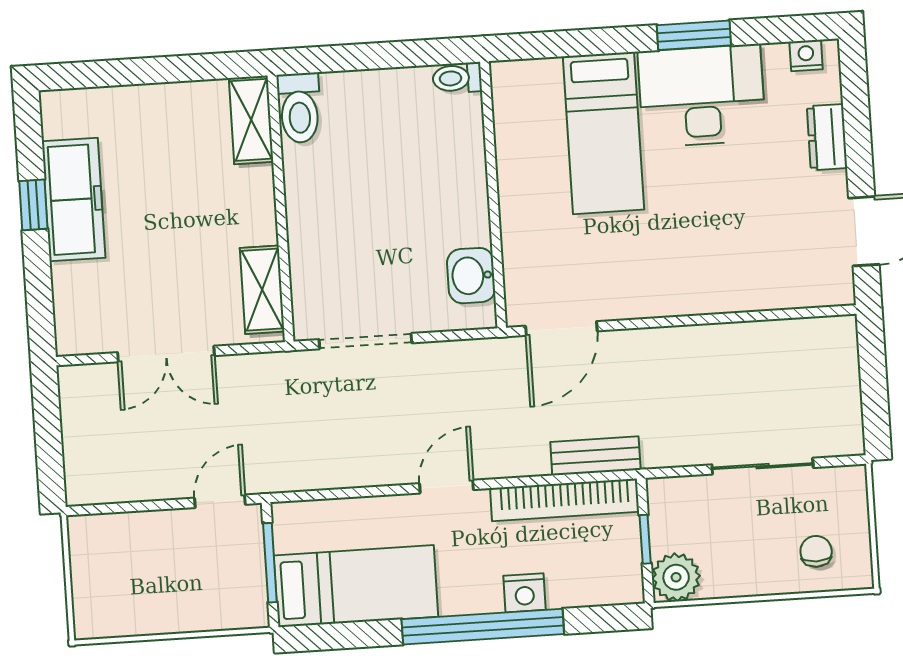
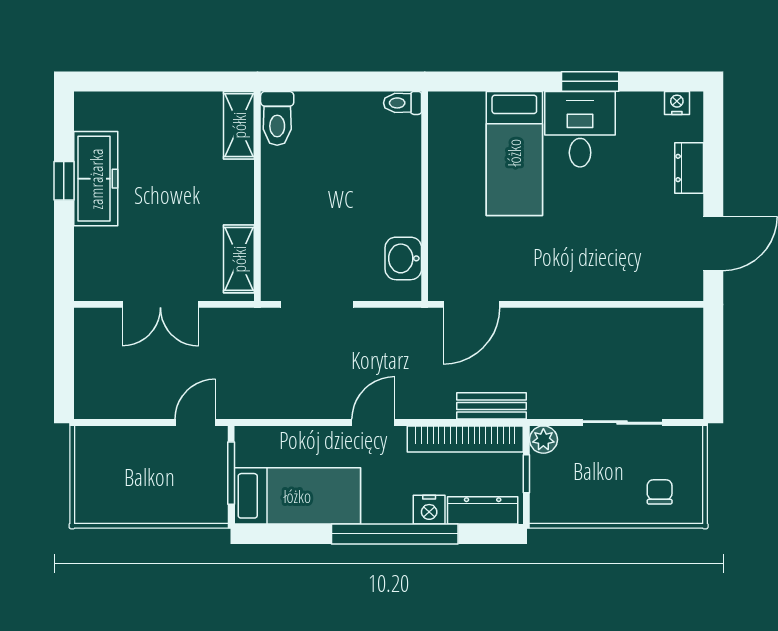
desk: (702, 96) -> (580, 129), width x0.73
plant: (676, 577) -> (543, 440), moved, width x0.73, depth x0.73
dresser: (593, 589) -> (483, 510), added

